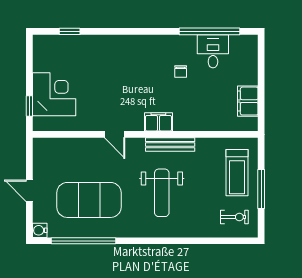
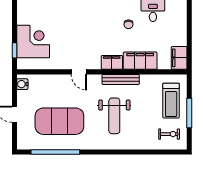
filing cabinet: (248, 101) -> (179, 58), moved
filing cabinet: (196, 120) -> (140, 61), added
water cooler: (40, 230) -> (22, 84), moved

